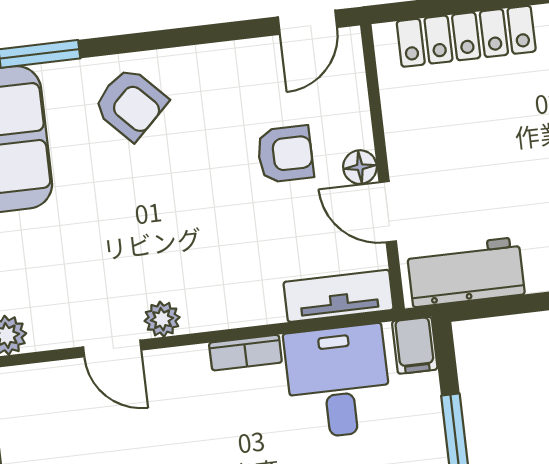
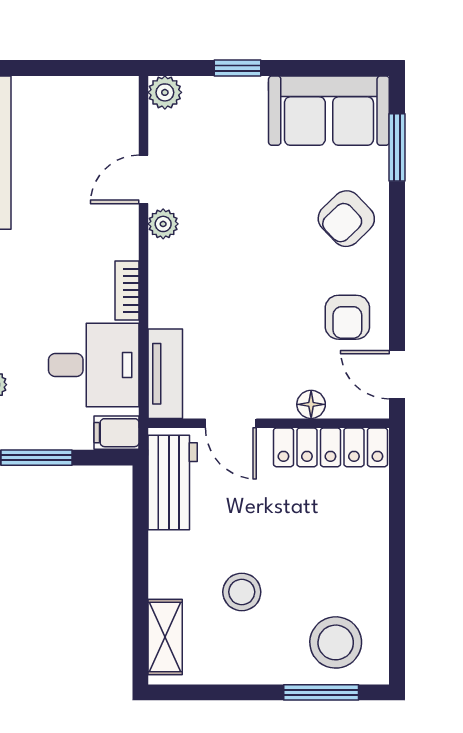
locker: (466, 36) -> (330, 447), moved, turned -90
armchair: (285, 154) -> (347, 317), moved
floor lamp: (360, 167) -> (311, 404), moved
door: (388, 212) -> (231, 423), swing flipped

